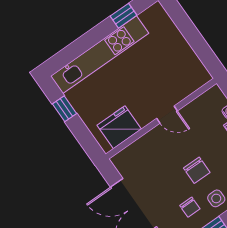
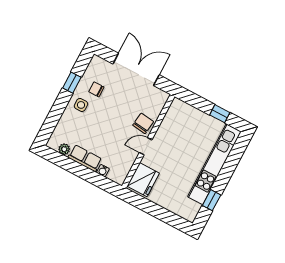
fridge: (119, 127) -> (143, 180), moved
chair: (197, 170) -> (143, 123), moved, turned 97

